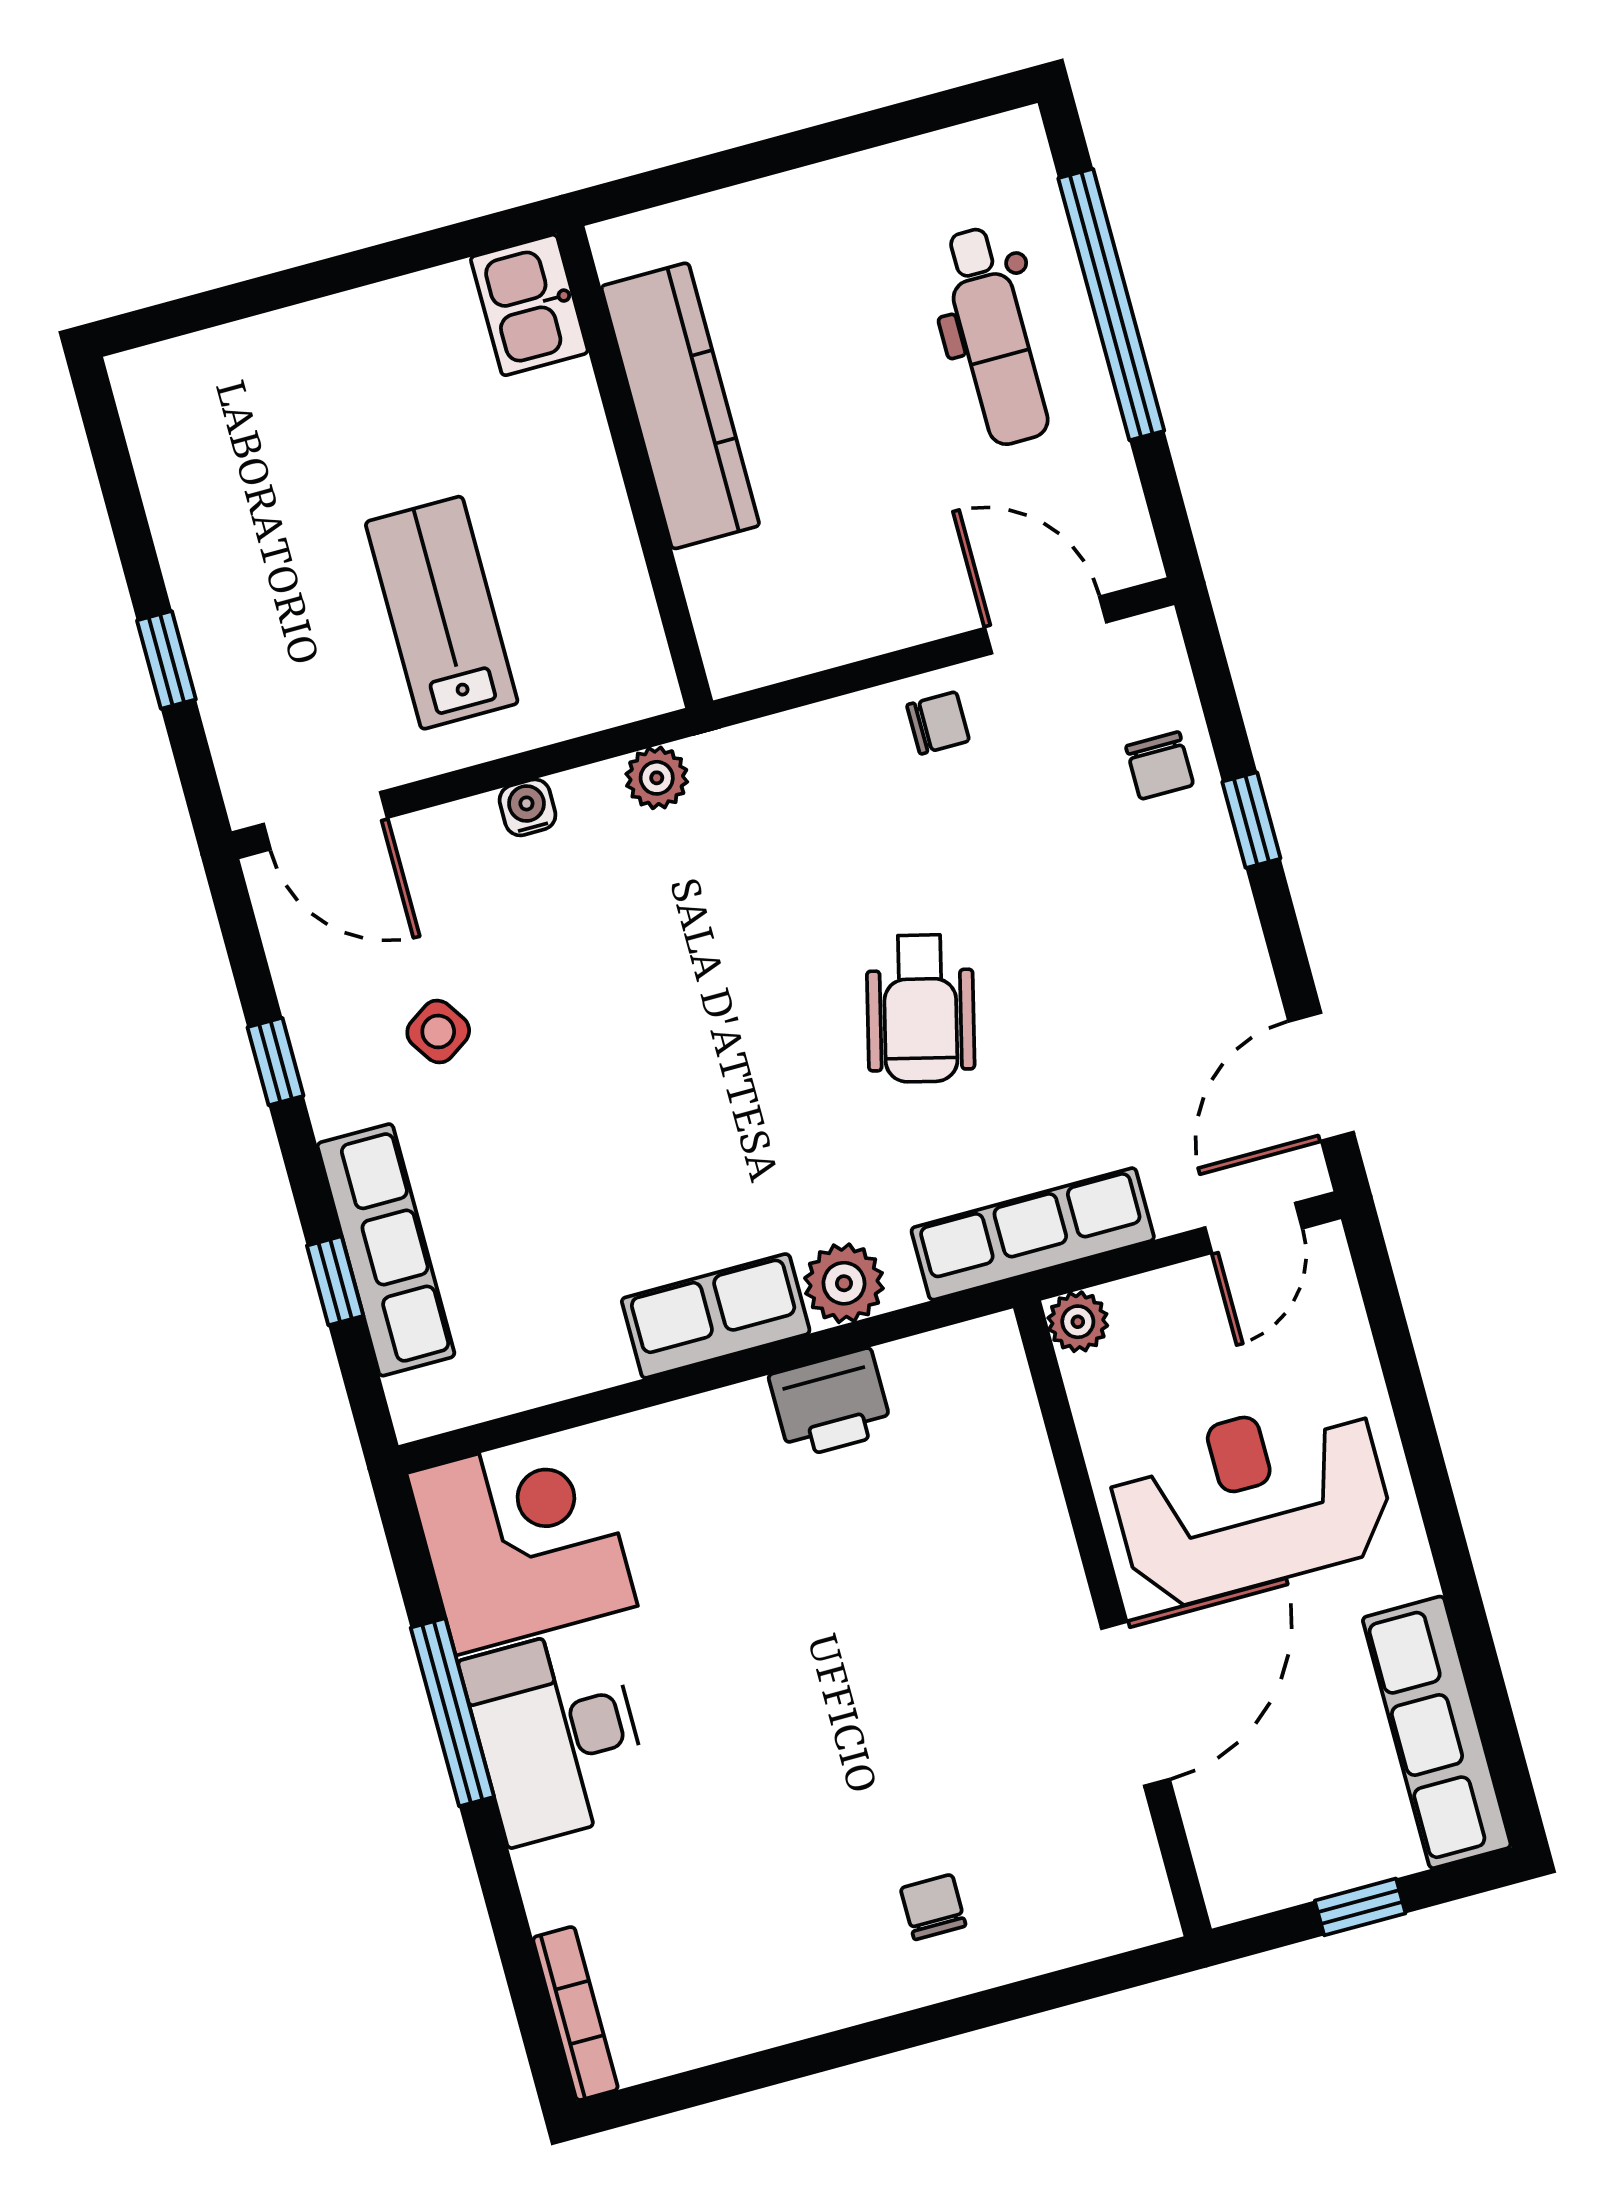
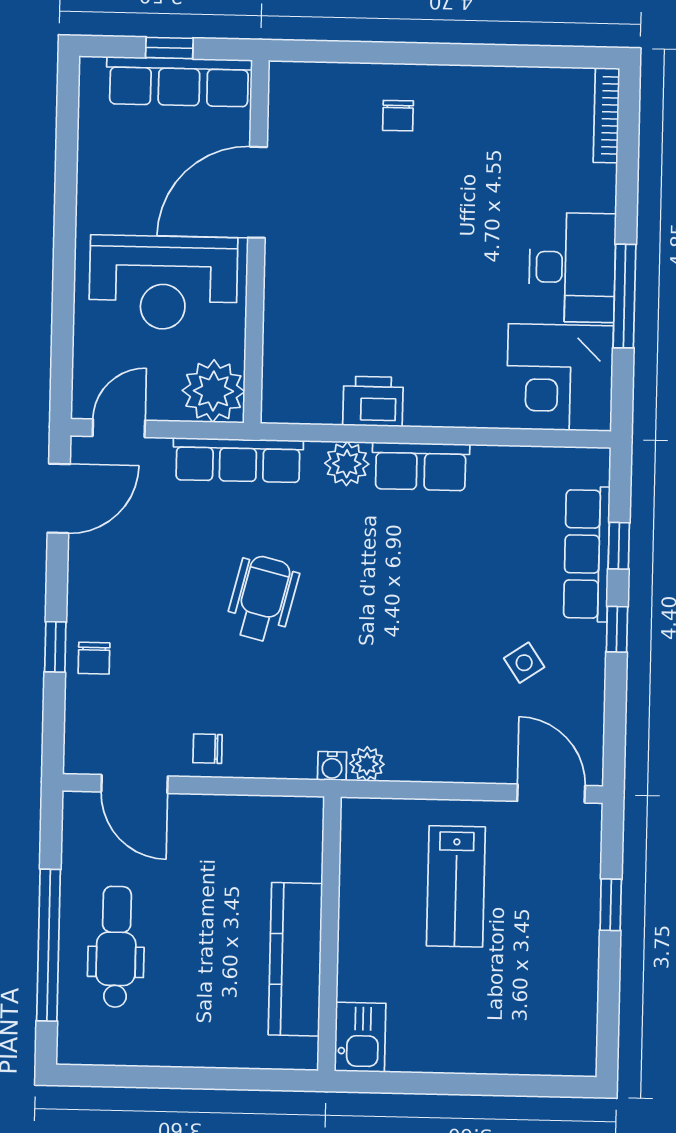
chair: (1160, 766) -> (94, 658), moved, turned 180
water cooler: (528, 807) -> (332, 766), moved
window: (276, 1062) -> (617, 629), moved
plant: (1078, 1322) -> (213, 391), width x1.88, depth x1.88
row of seats: (1437, 1732) -> (179, 82), moved, turned 90

